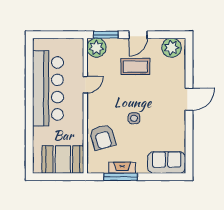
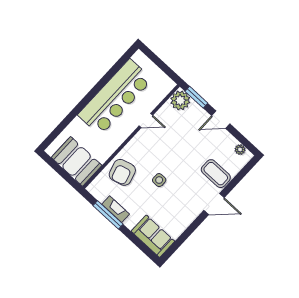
plant: (172, 48) -> (240, 150), width x0.53, depth x0.53
coffee table: (135, 67) -> (216, 174), moved

